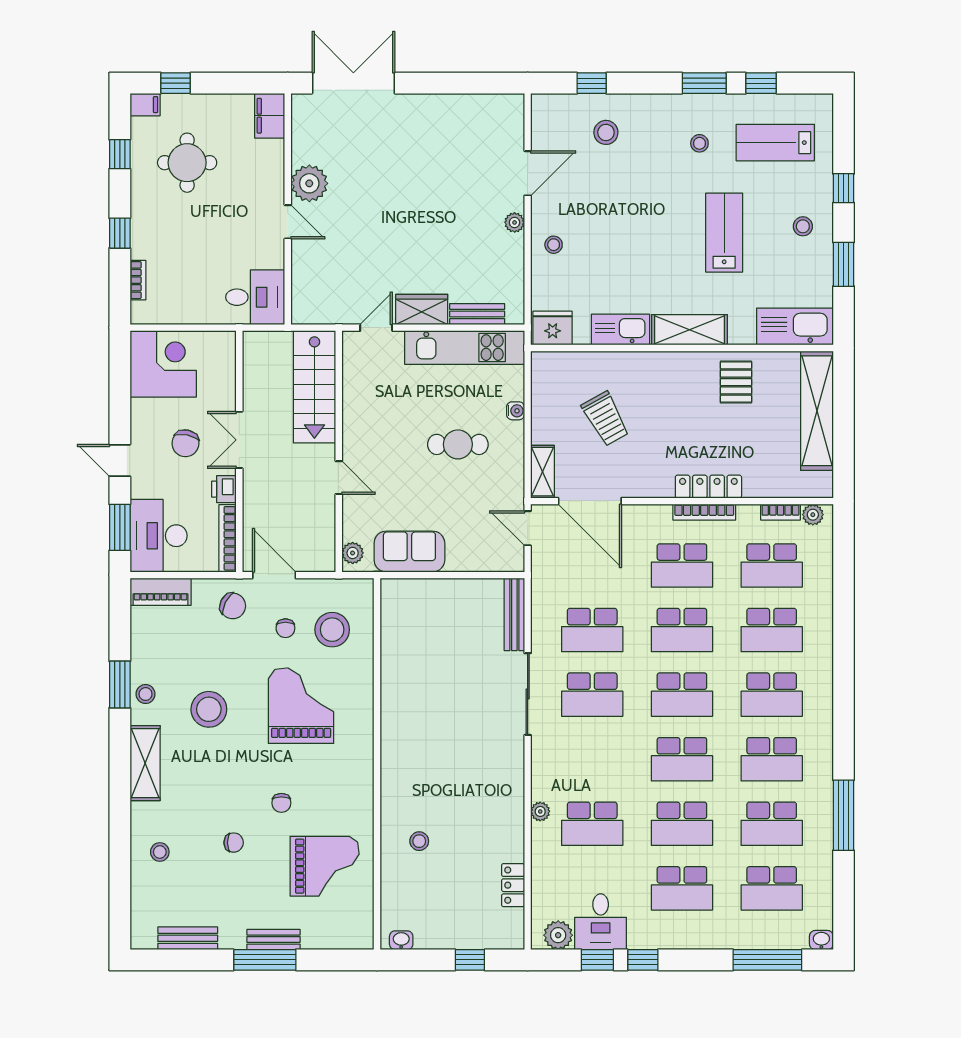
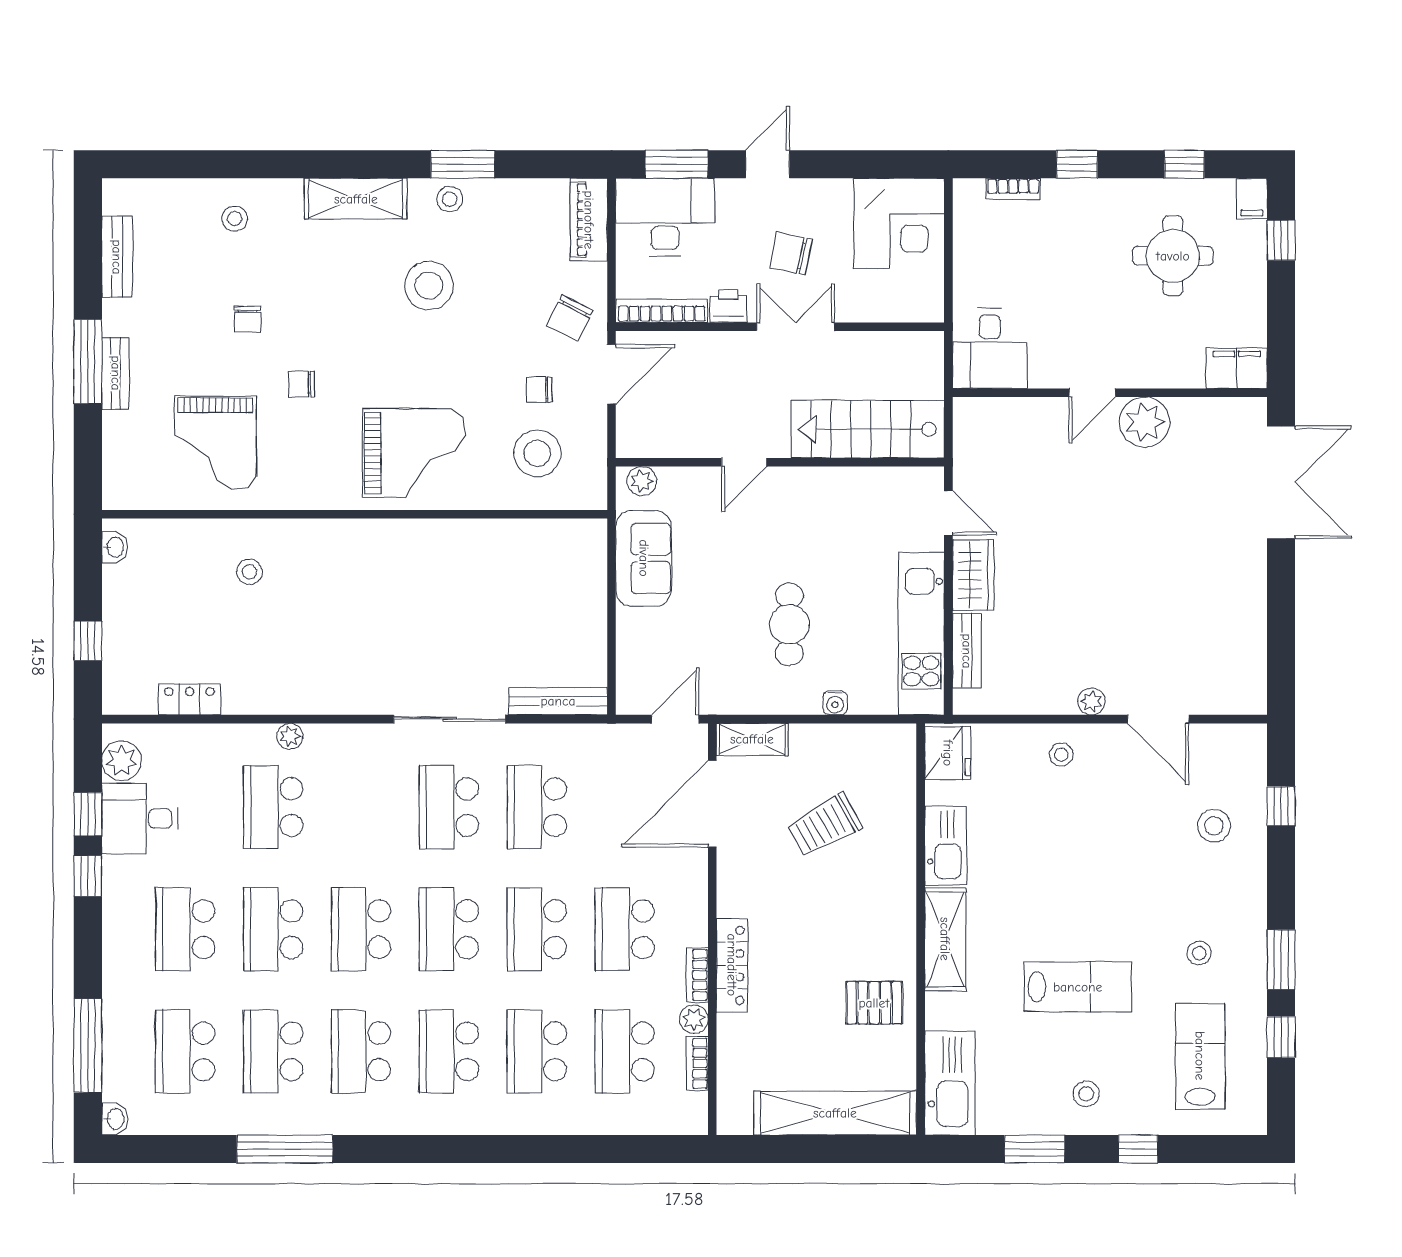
bookcase: (704, 512) -> (697, 975), width x0.64
plant: (813, 515) -> (694, 1019), moved
grand piano: (301, 706) -> (414, 453), moved

